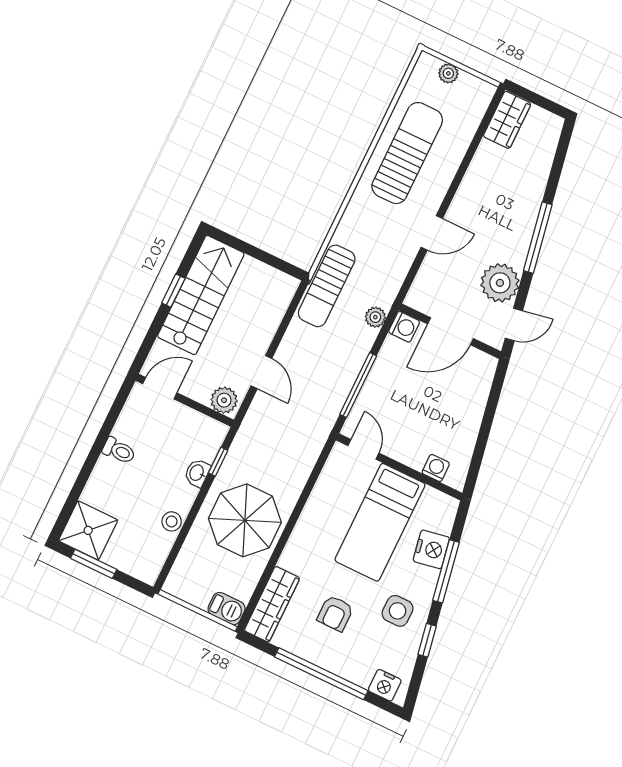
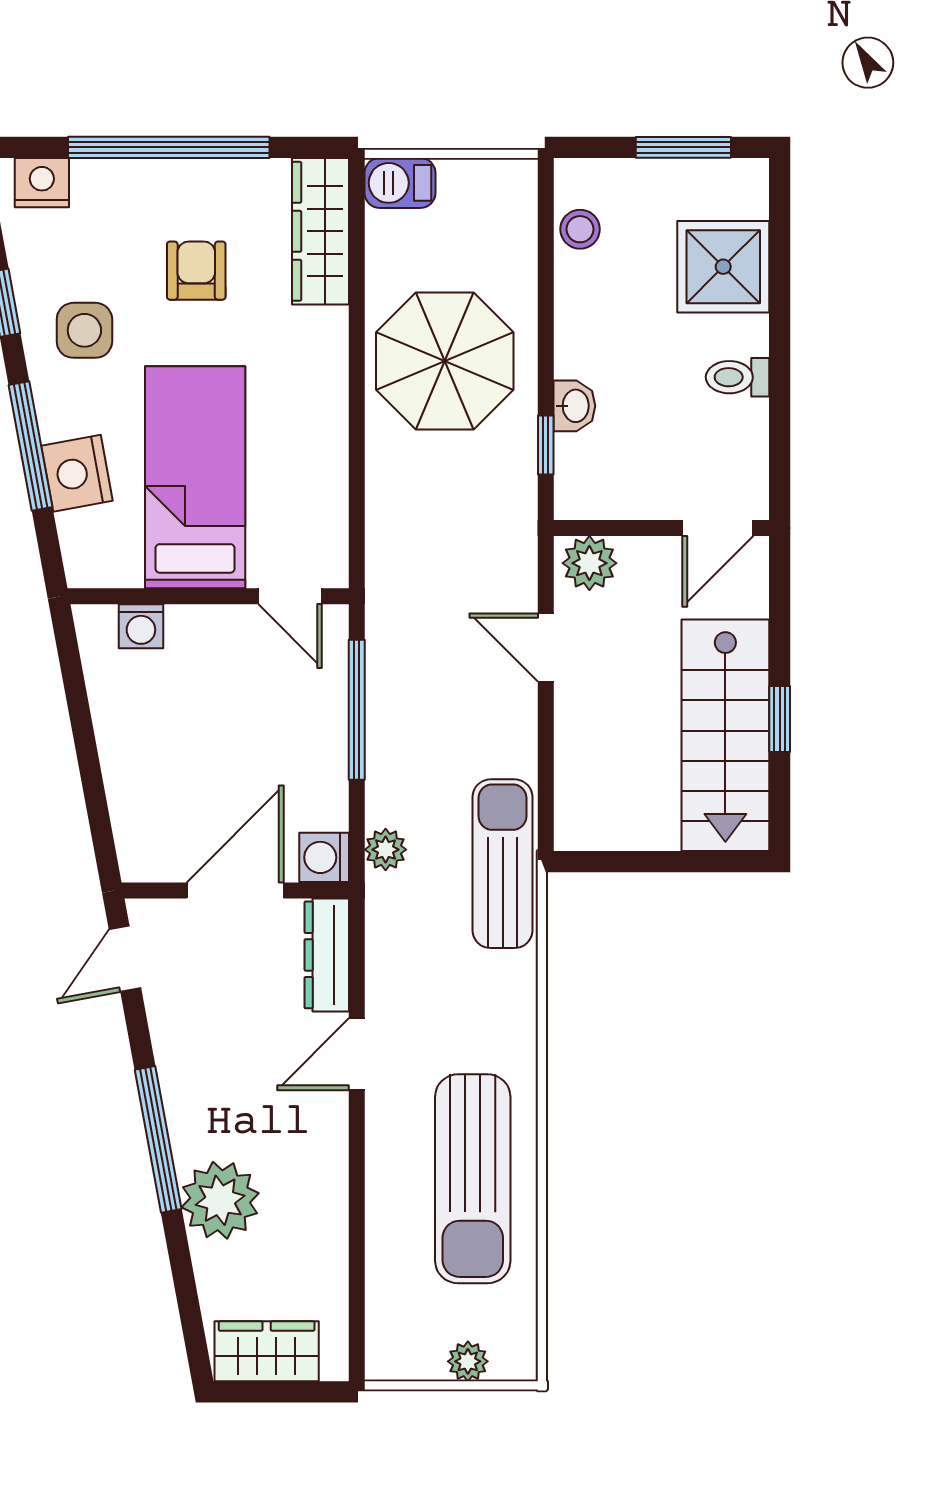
wardrobe: (507, 120) -> (267, 1351), moved, turned 90
dresser: (424, 283) -> (327, 955), added
plant: (500, 283) -> (220, 1200), moved
stool: (172, 521) -> (580, 229), moved
shower: (88, 530) -> (723, 267), moved

